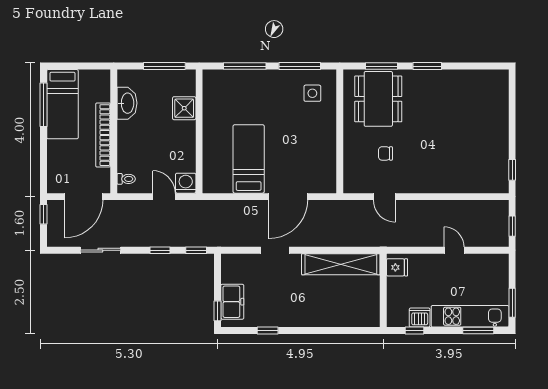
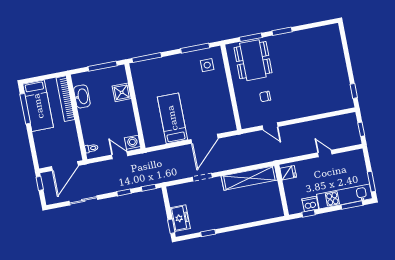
window: (245, 66) -> (147, 58), moved
bookcase: (103, 135) -> (65, 99), moved

